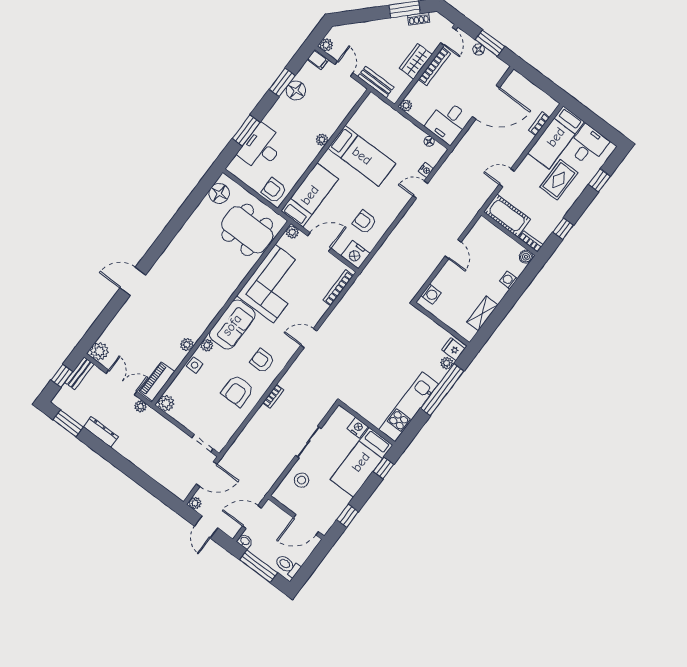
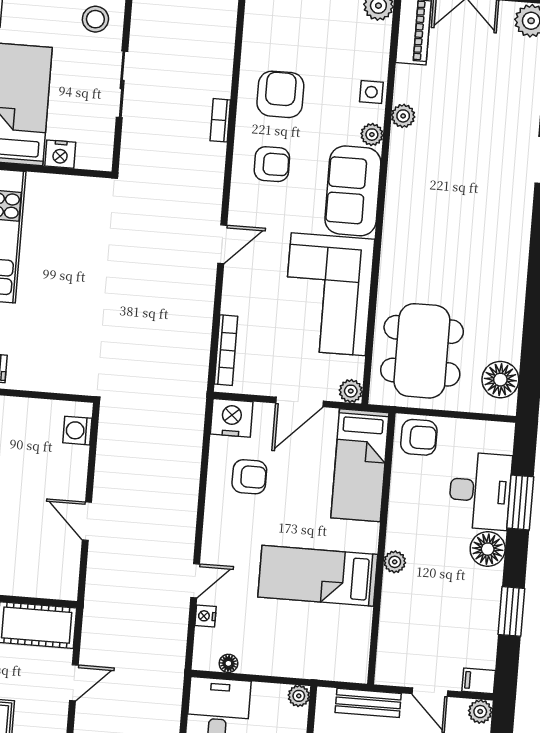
floor lamp: (296, 91) -> (488, 549), moved
dining table: (247, 230) -> (422, 351), turned 90

